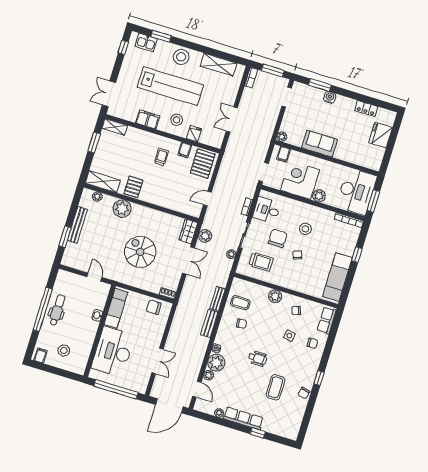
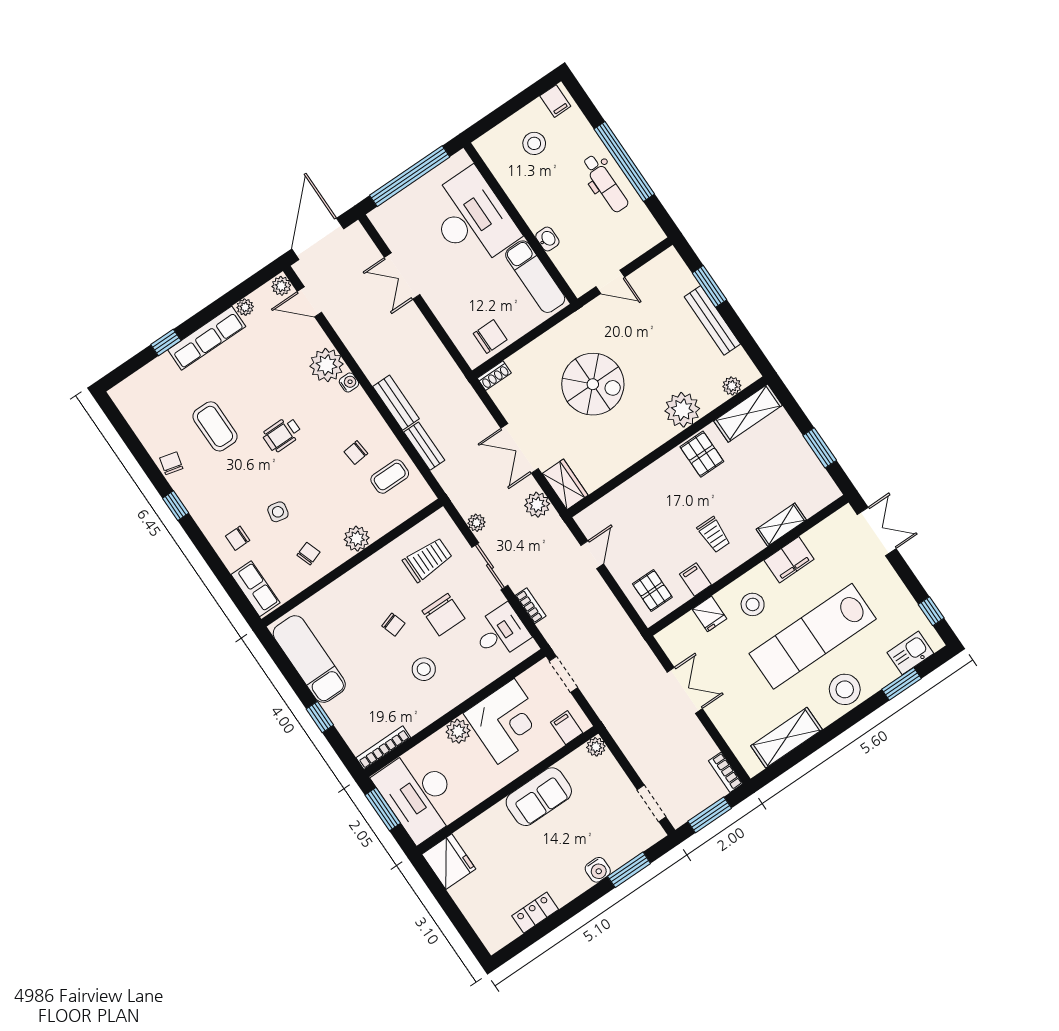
shelving: (115, 127) -> (781, 525), moved
fridge: (381, 135) -> (449, 862), moved
pallet: (203, 164) -> (652, 590), width x0.67, depth x0.71
trolley: (261, 262) -> (428, 560), turned 180
plant: (209, 375) -> (281, 286), moved

